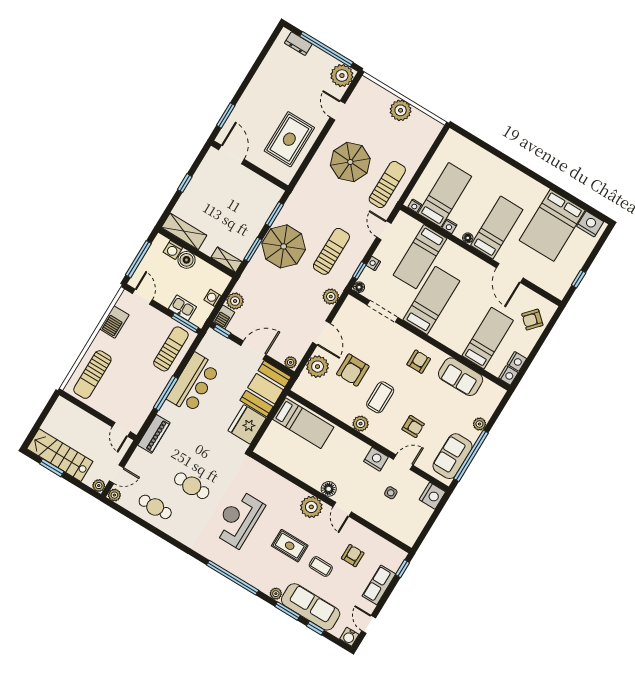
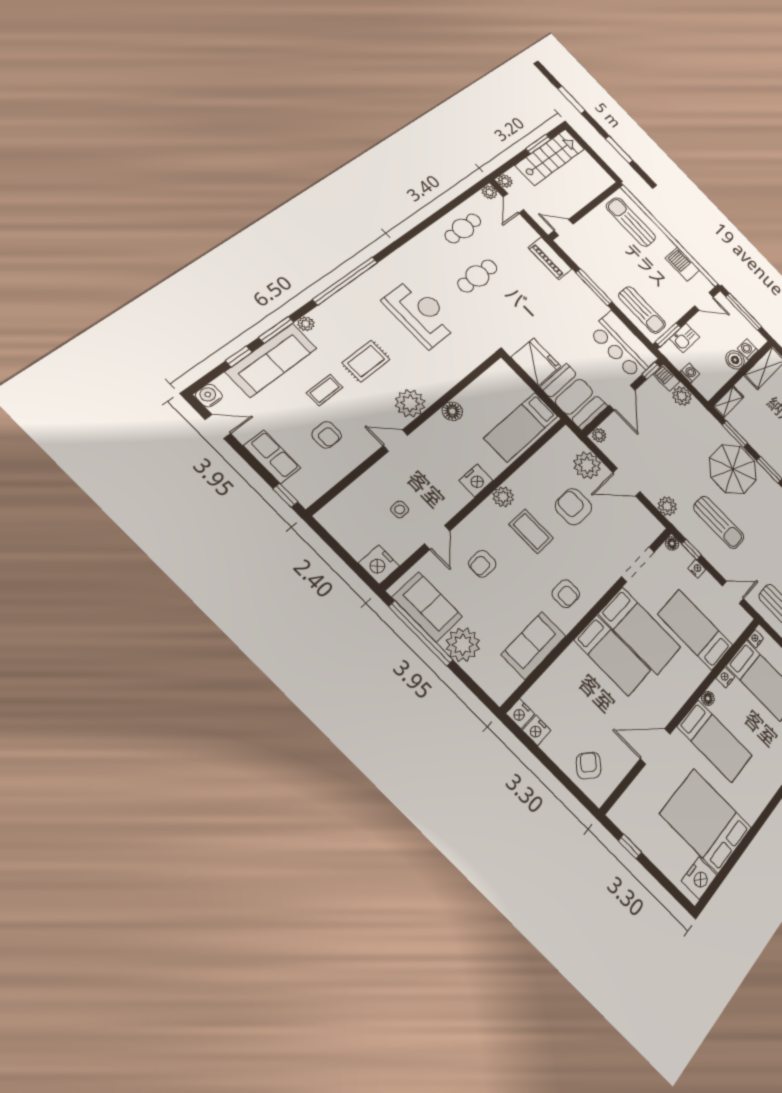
bed: (488, 338) -> (612, 655), moved
bar counter: (193, 383) -> (623, 345), moved
plant: (479, 424) -> (463, 645), width x1.88, depth x1.88
nightstand: (376, 459) -> (476, 480), moved
floor lamp: (329, 489) -> (452, 411), moved

